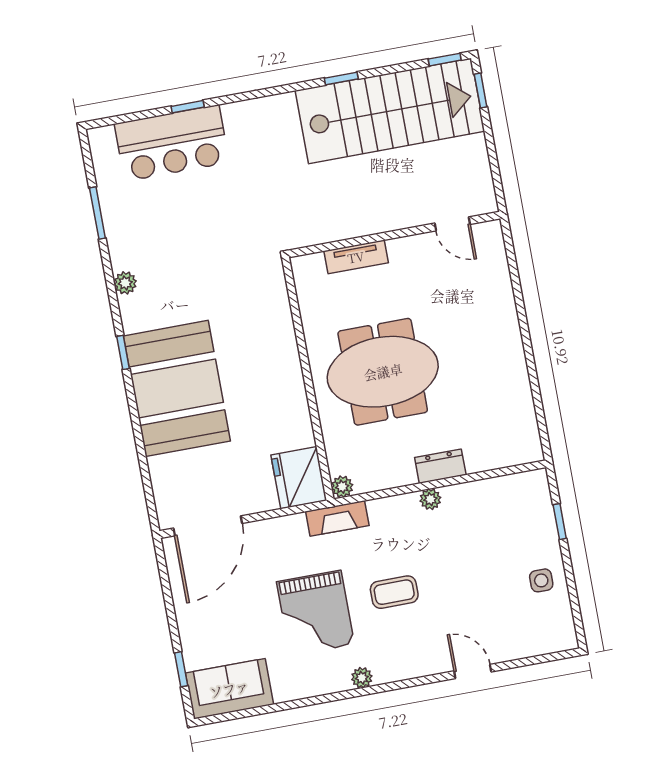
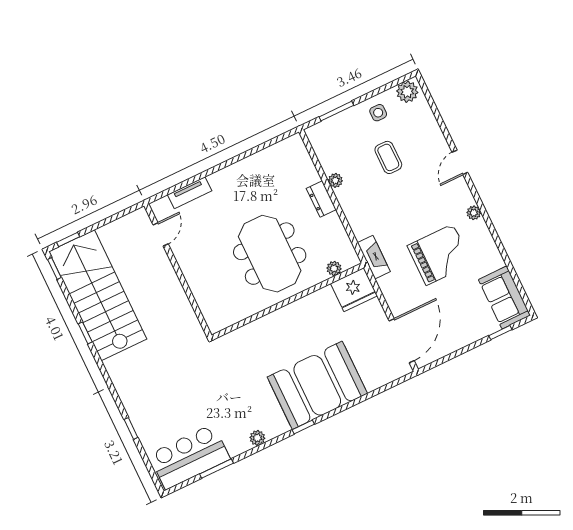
bar counter: (172, 143) -> (189, 457), moved, turned -90
tv unit: (356, 257) -> (190, 193), moved, turned 90
plant: (342, 487) -> (334, 268), moved
plant: (430, 499) -> (335, 180), moved
window: (560, 522) -> (336, 111), width x1.50
door: (208, 526) -> (402, 341), hinge flipped
coffee table: (394, 592) -> (388, 157), moved
plant: (560, 630) -> (407, 92), added
door: (473, 671) -> (460, 162), moved

